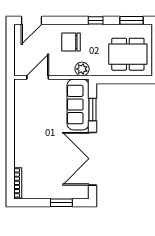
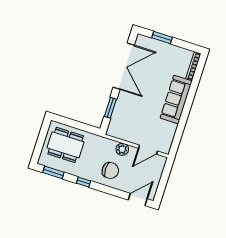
plant: (82, 69) -> (122, 149), moved
sofa: (78, 104) -> (176, 99), moved, turned 180

